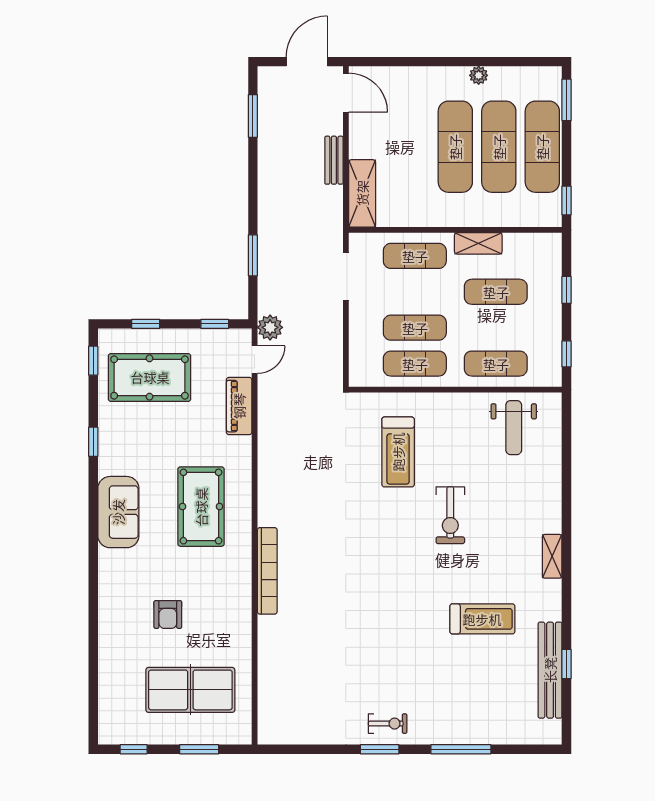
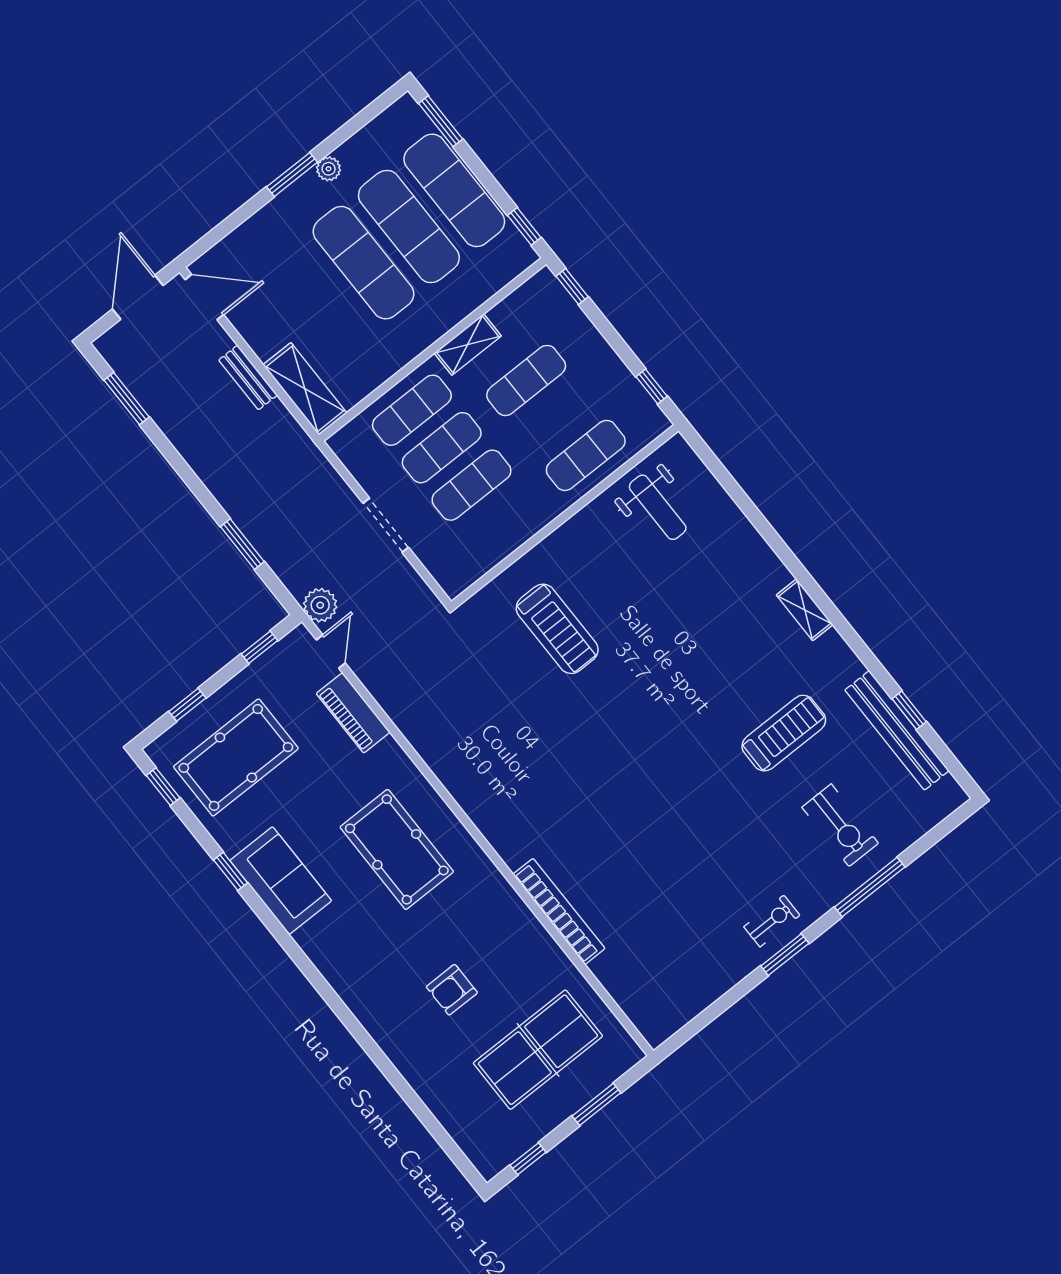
window: (455, 62) -> (292, 174), added
doorway: (346, 276) -> (386, 525), moved
window: (567, 290) -> (572, 287), moved
exercise mat: (415, 364) -> (442, 448), moved
sofa: (118, 512) -> (281, 881), moved
exercise bike: (450, 515) -> (840, 825), moved
bookcase: (267, 571) -> (559, 911), moved
armchair: (168, 615) -> (452, 990), turned 90

